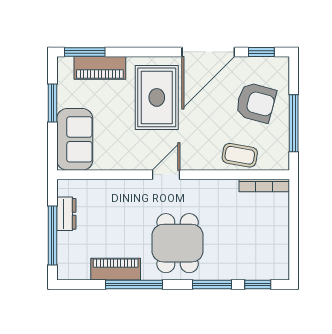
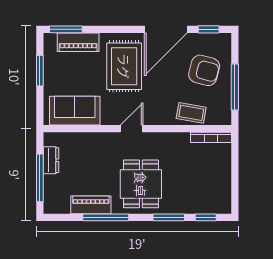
sofa: (75, 139) -> (75, 111), moved, turned -90

